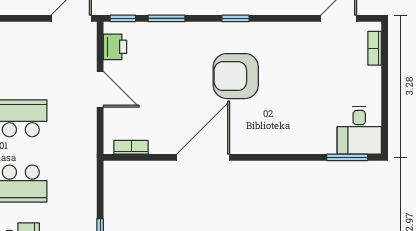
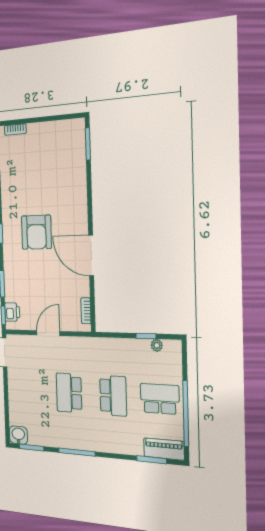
printer: (115, 47) -> (12, 312), moved, turned 90
desk: (359, 130) -> (69, 136), removed

